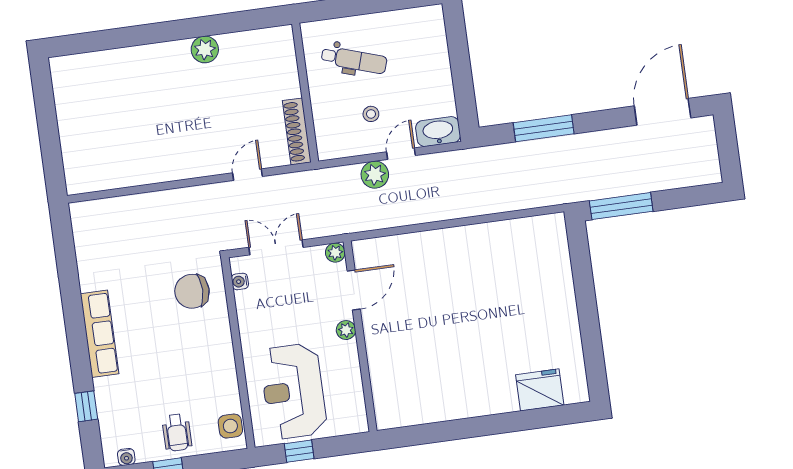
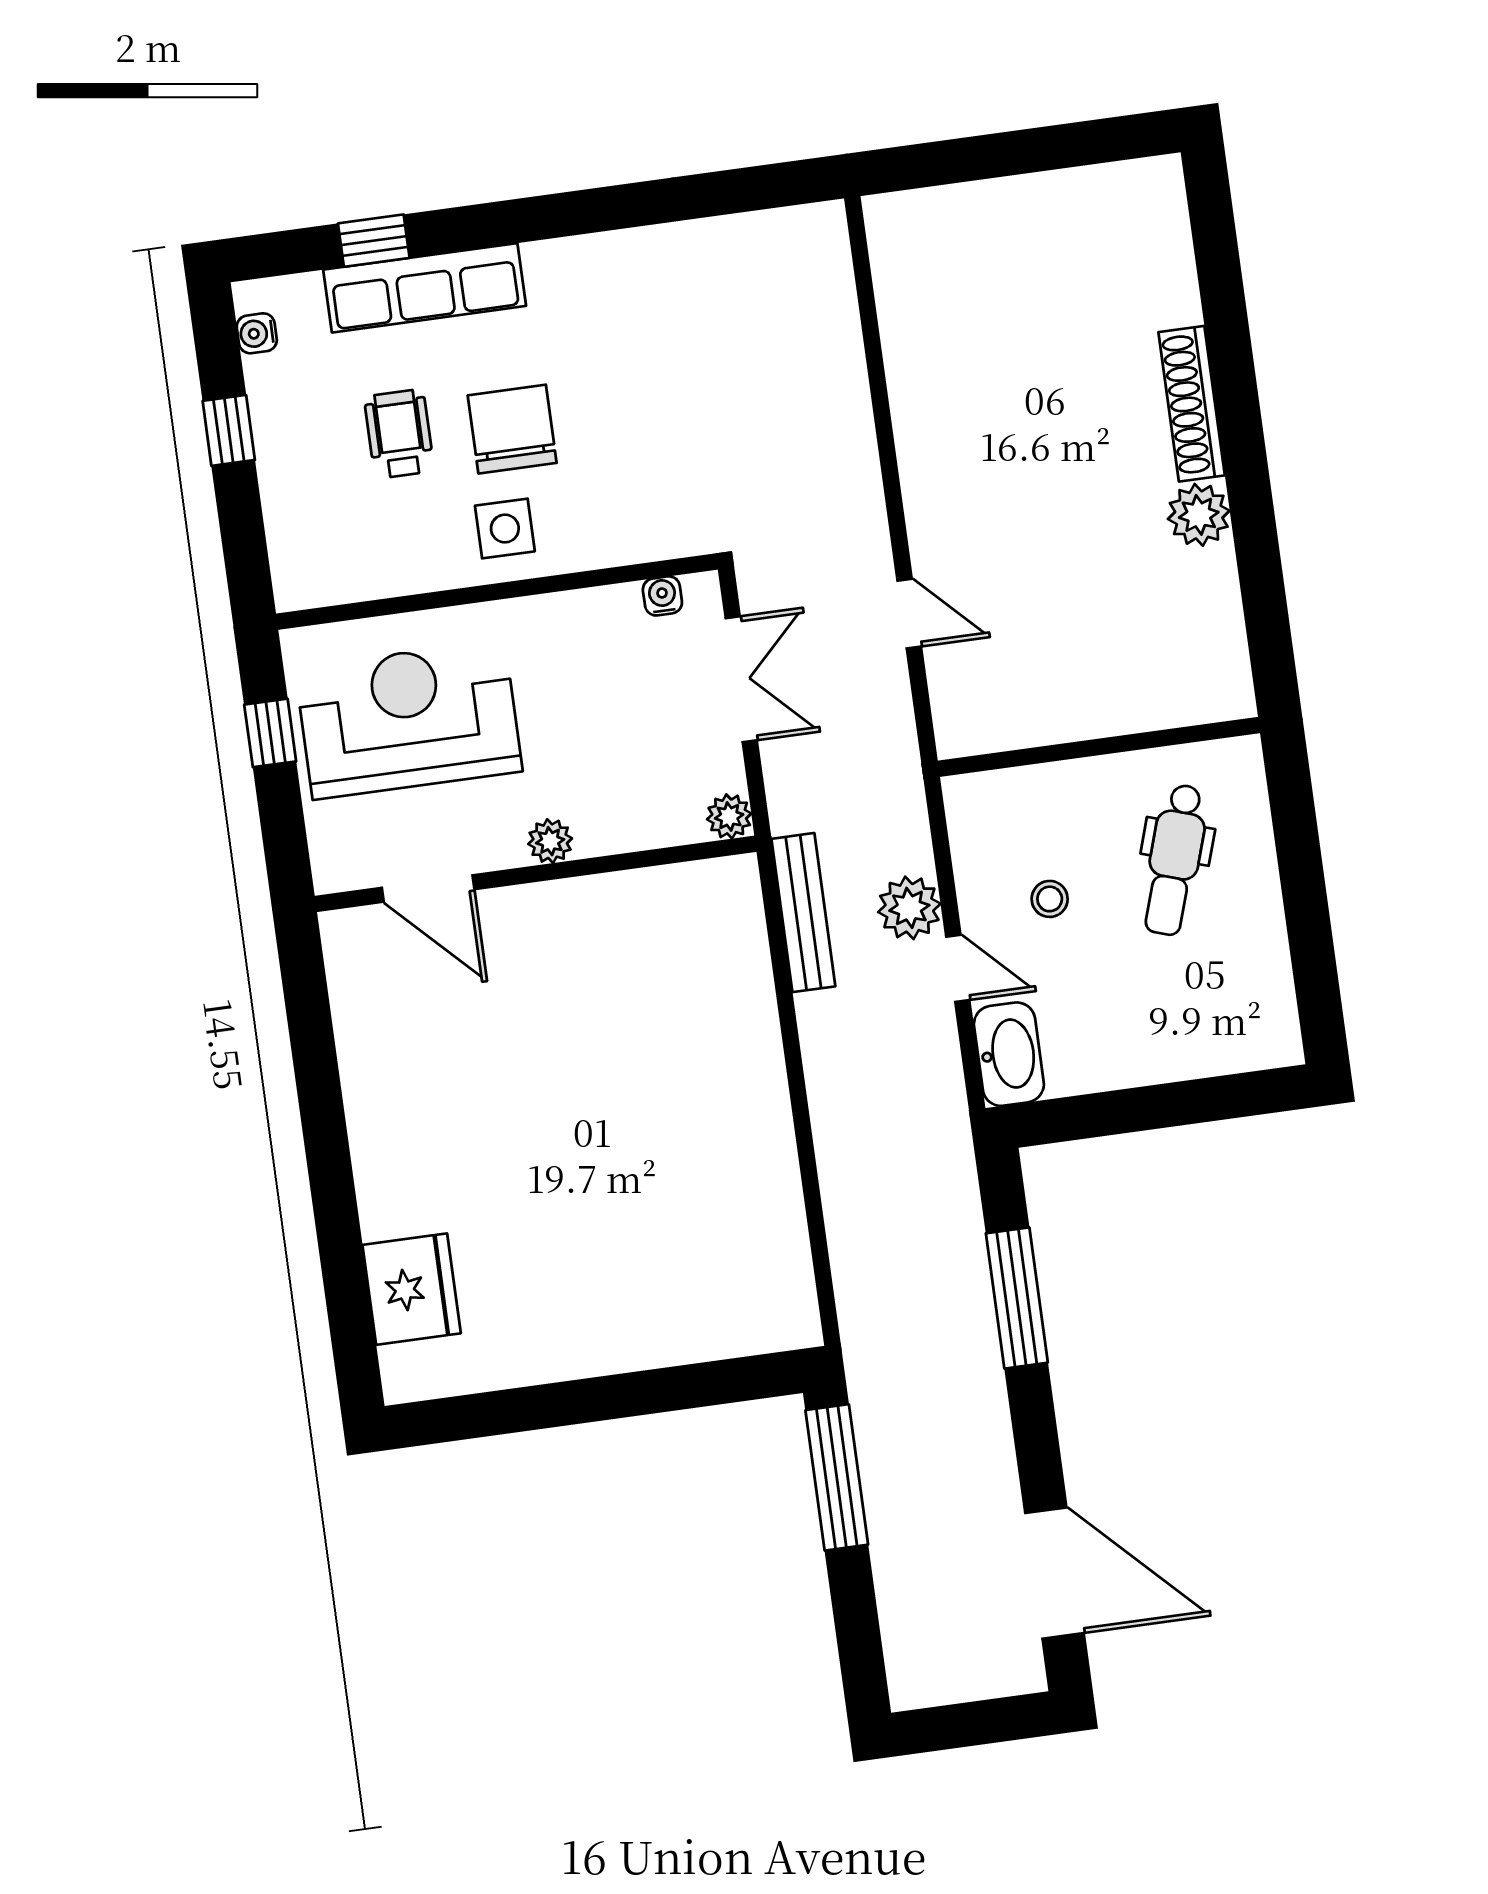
shoe rack: (297, 131) -> (1192, 404), moved, turned -90
bench: (377, 220) -> (803, 913), added
door: (354, 290) -> (428, 889), moved
chair: (192, 291) -> (512, 429), moved
row of seats: (100, 334) -> (425, 288), moved
side table: (230, 426) -> (505, 529), moved
wheelchair: (177, 433) -> (399, 434), moved, turned 90

